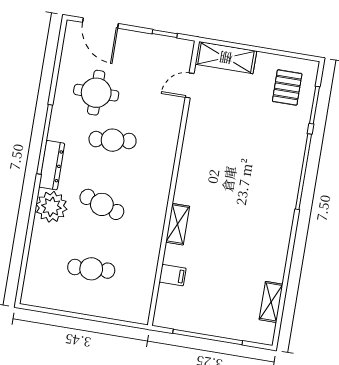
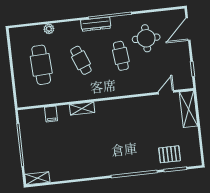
door: (190, 85) -> (166, 92), hinge flipped
pallet: (287, 87) -> (170, 154), moved
cafe table: (102, 204) -> (81, 60), turned -39
plant: (51, 207) -> (49, 29), moved, width x0.53, depth x0.53
cafe table: (91, 269) -> (41, 65), width x1.37, depth x1.35
shelving: (271, 302) -> (37, 178), moved

